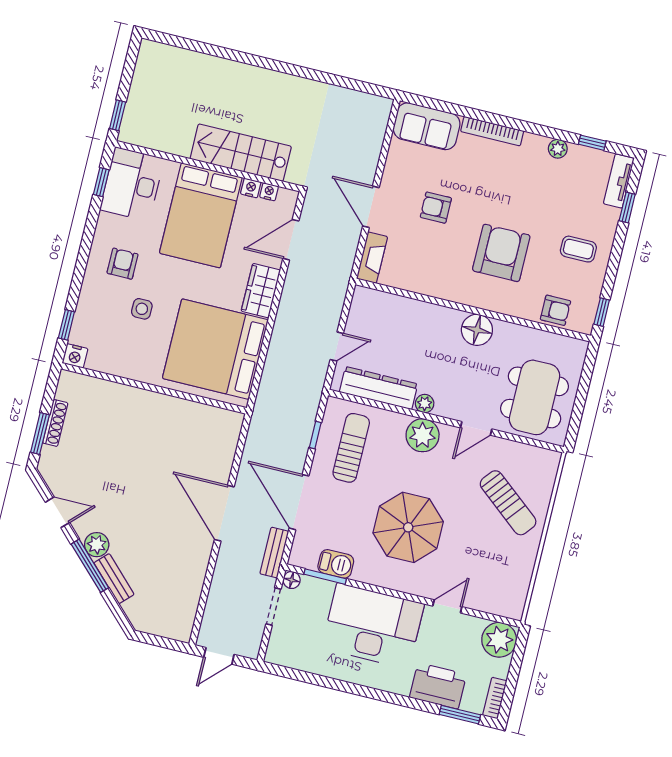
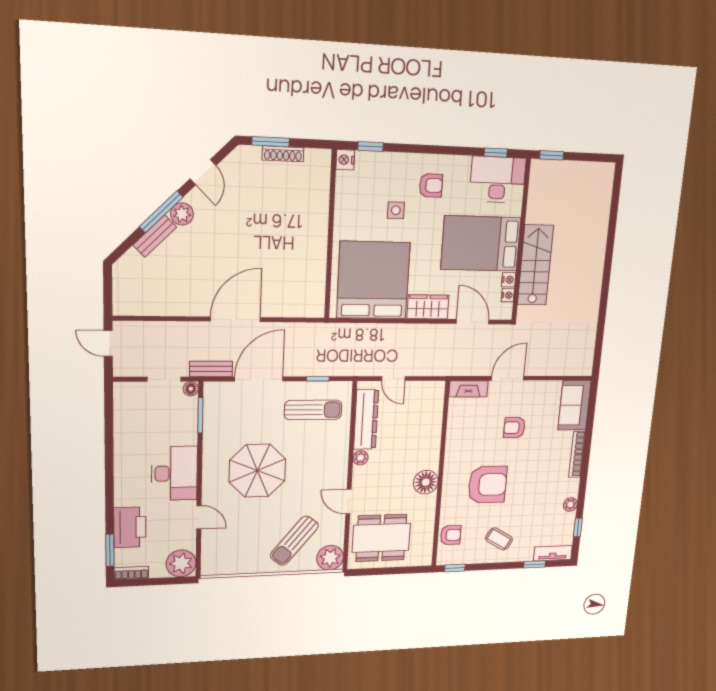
armchair: (436, 208) -> (514, 428), turned -90
coffee table: (578, 249) -> (499, 539), turned -59
armchair: (555, 310) -> (451, 535), turned -90
plant: (423, 435) -> (330, 558), moved
barbecue: (336, 564) -> (213, 421), removed
desk: (373, 626) -> (174, 473), width x0.73, depth x0.77

